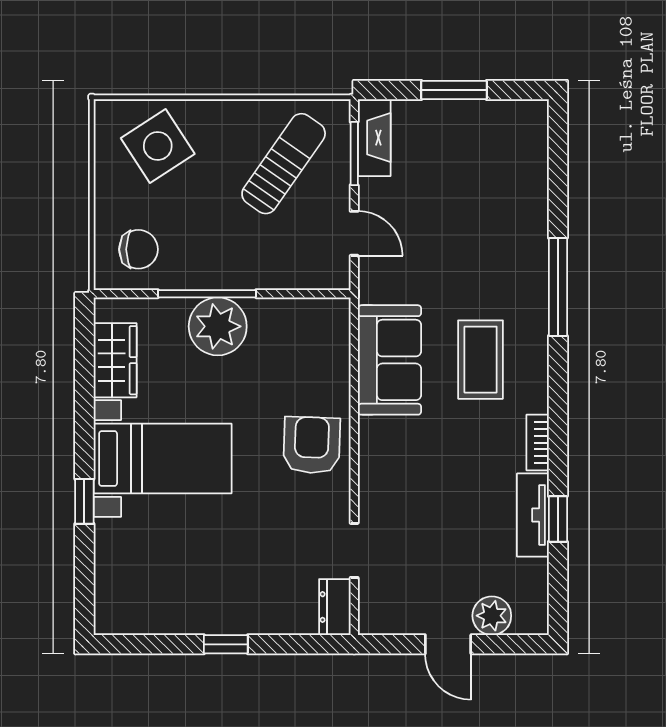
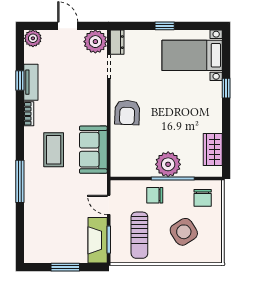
fireplace: (374, 138) -> (98, 240), width x1.37, depth x1.32
side table: (158, 146) -> (184, 232), moved
sun lounger: (284, 164) -> (139, 235), turned -35
chair: (138, 249) -> (203, 198), turned -90
chair: (249, 255) -> (155, 195), added
bed with nightstands: (163, 458) -> (192, 55), moved
plant: (385, 608) -> (95, 42), added
plant: (492, 616) -> (33, 38), moved

